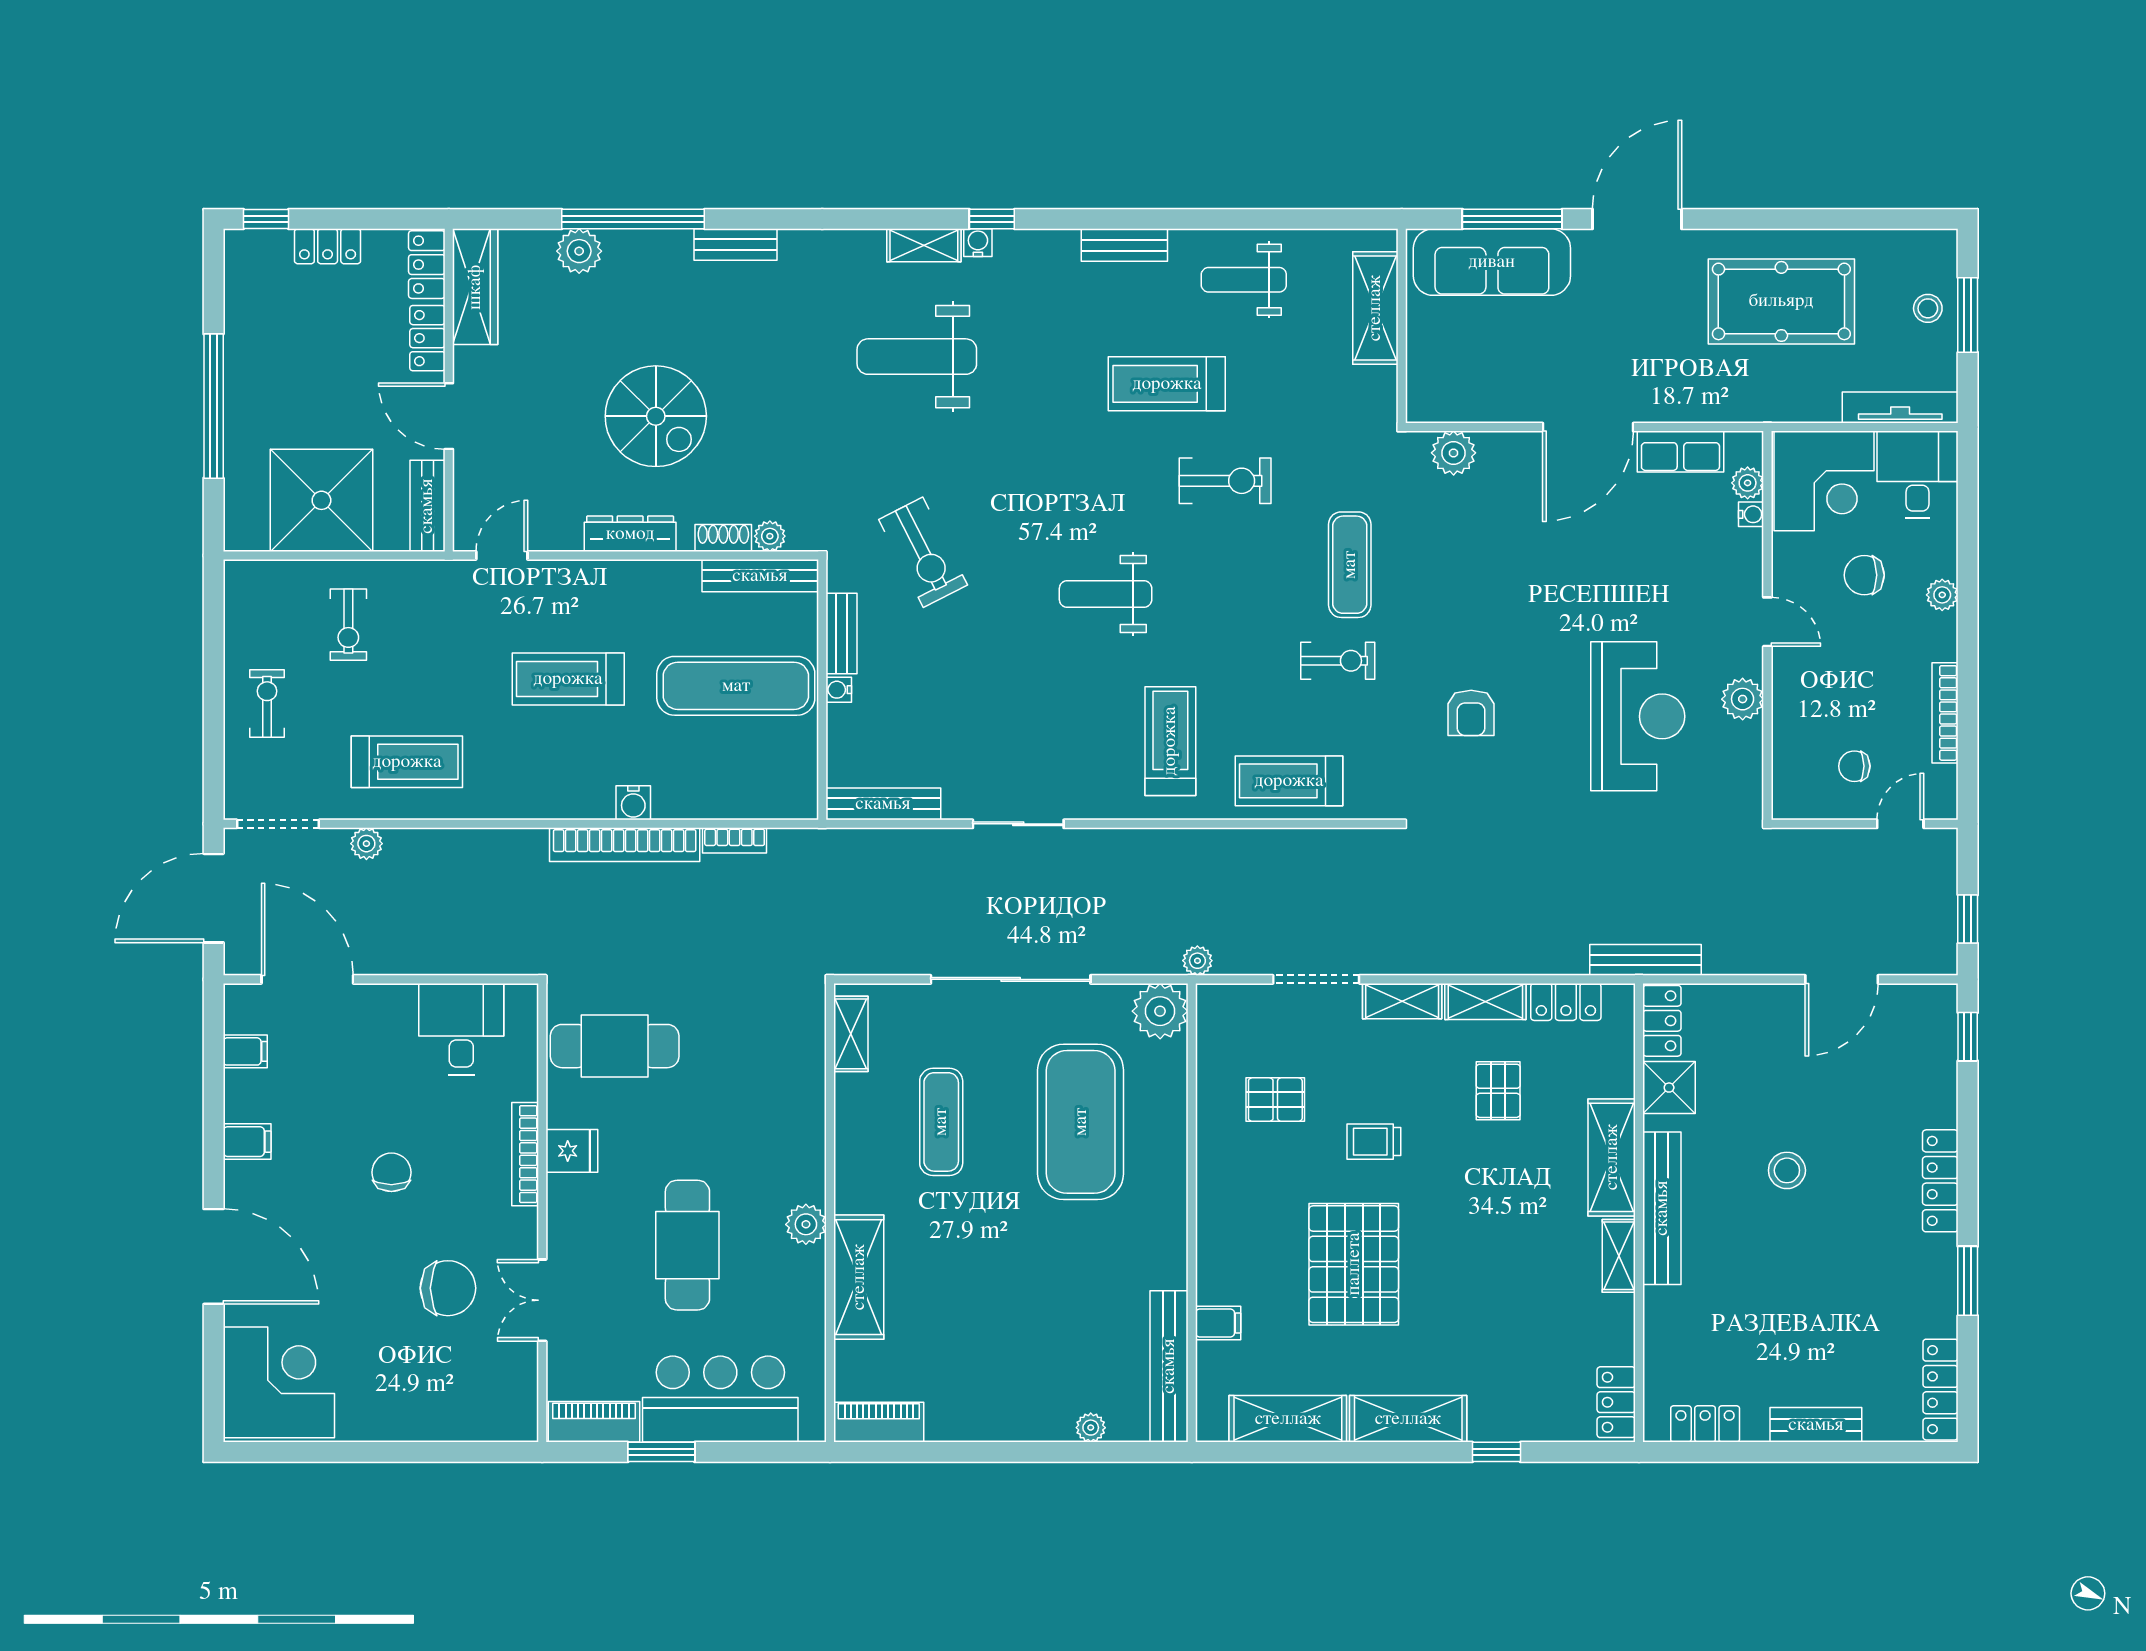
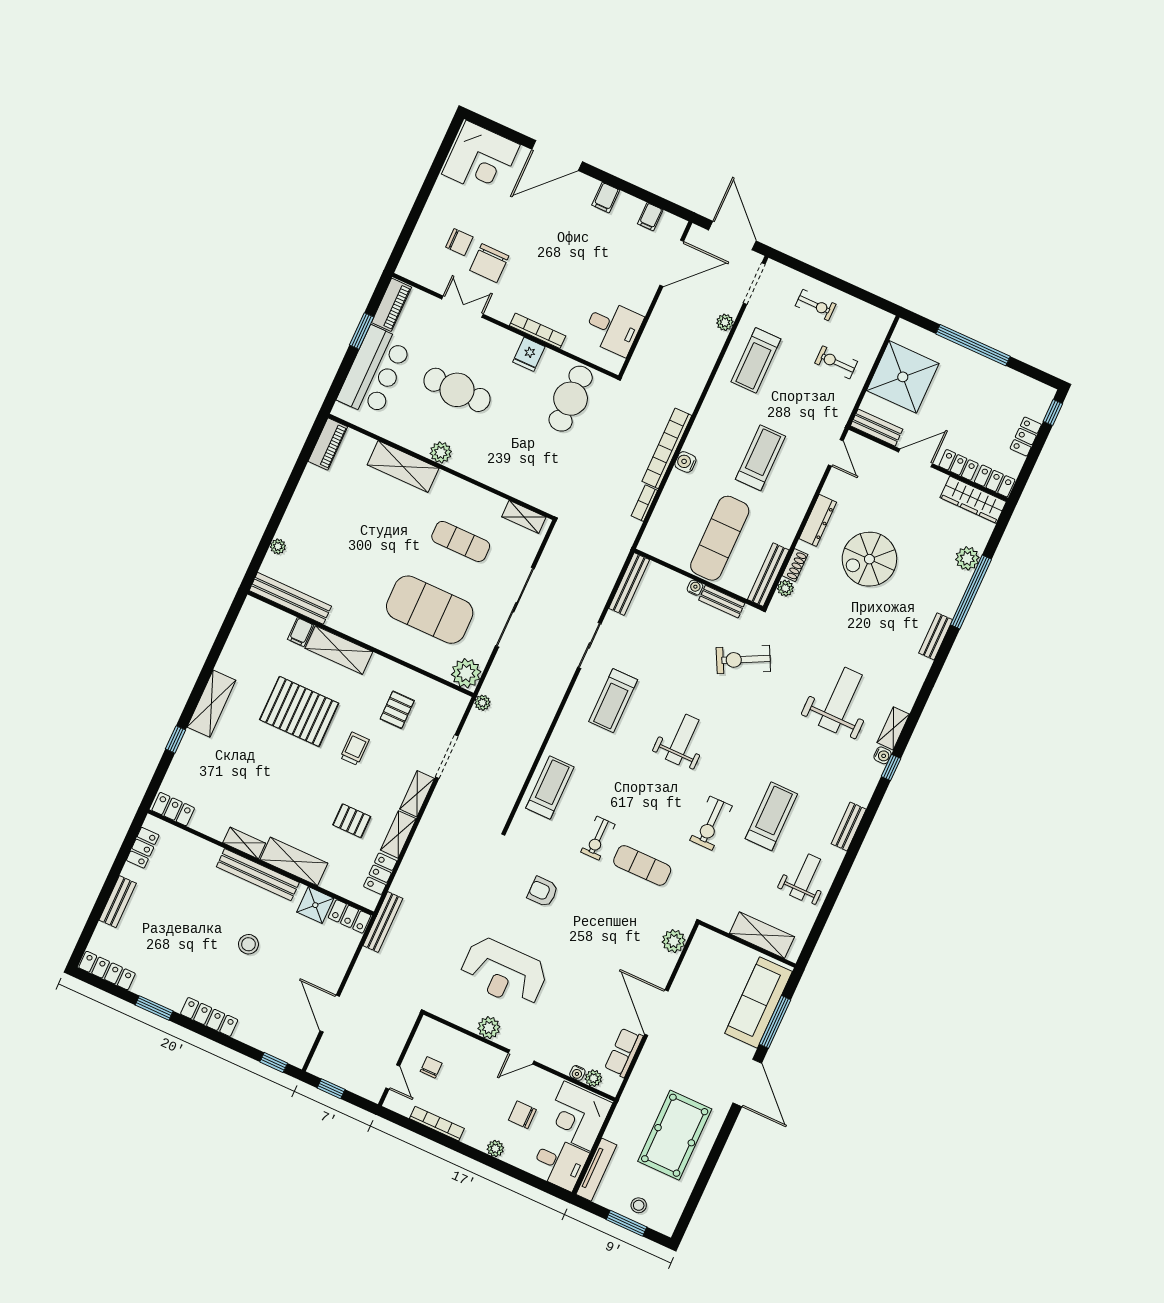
chair: (1864, 575) -> (522, 1115), turned -90
treadmill: (1170, 741) -> (613, 701), moved, turned 90
chair: (391, 1172) -> (459, 242), moved
shelving: (1288, 1419) -> (339, 650), moved, turned 90

